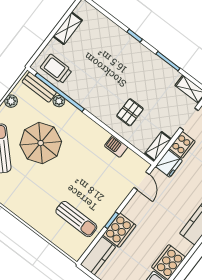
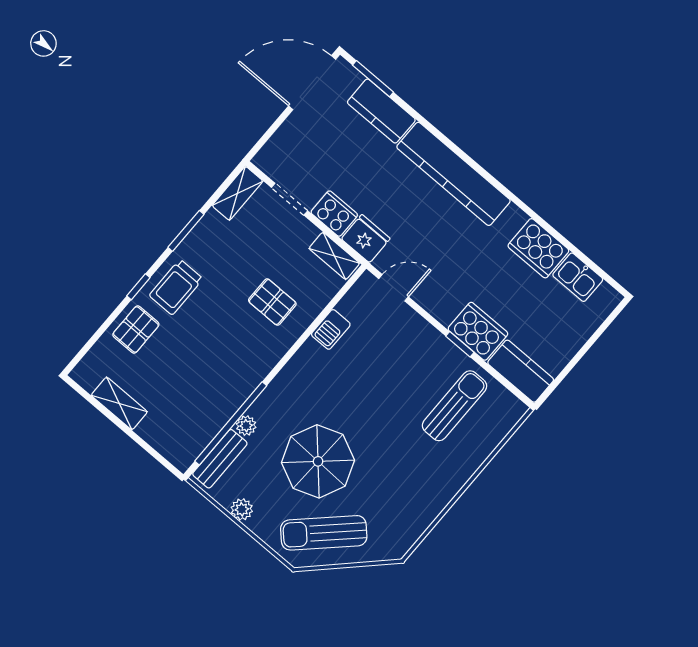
pallet: (110, 35) -> (136, 329), added
trolley: (56, 69) -> (176, 287), moved

